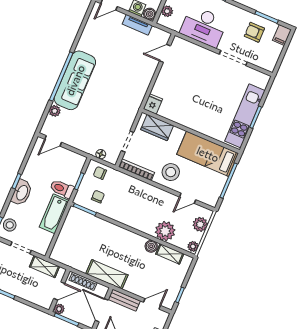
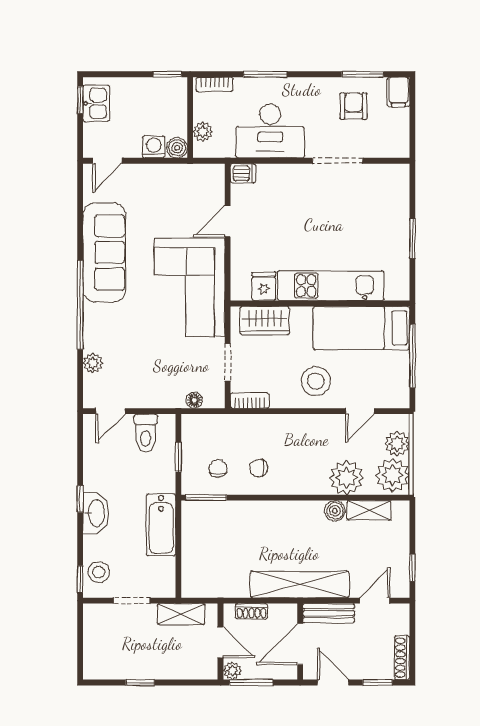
tv unit: (137, 25) -> (165, 173), removed
armchair: (254, 32) -> (354, 106), turned 90
dishwasher: (179, 43) -> (243, 173), added
door: (165, 53) -> (228, 221), moved
sofa: (75, 80) -> (104, 252), moved
corner sofa: (124, 92) -> (190, 287), added
fridge: (153, 104) -> (264, 286), moved
kitchen unit: (245, 116) -> (331, 286), moved, turned 90
bookcase: (137, 170) -> (250, 401), width x0.64
chair: (100, 173) -> (259, 468), moved
toilet: (62, 189) -> (146, 433), moved, turned -90
plant: (193, 246) -> (393, 475), width x1.88, depth x1.88
shelving: (107, 274) -> (300, 584), width x1.47
shoe rack: (83, 281) -> (251, 611), width x0.70
door: (59, 291) -> (221, 642), hinge flipped
door: (102, 310) -> (300, 644), hinge flipped

